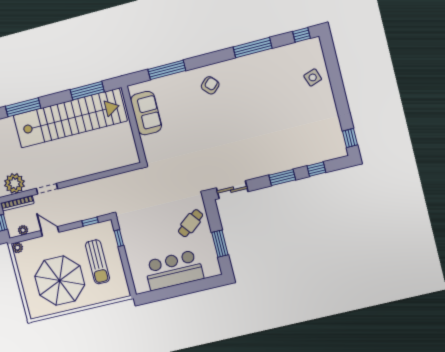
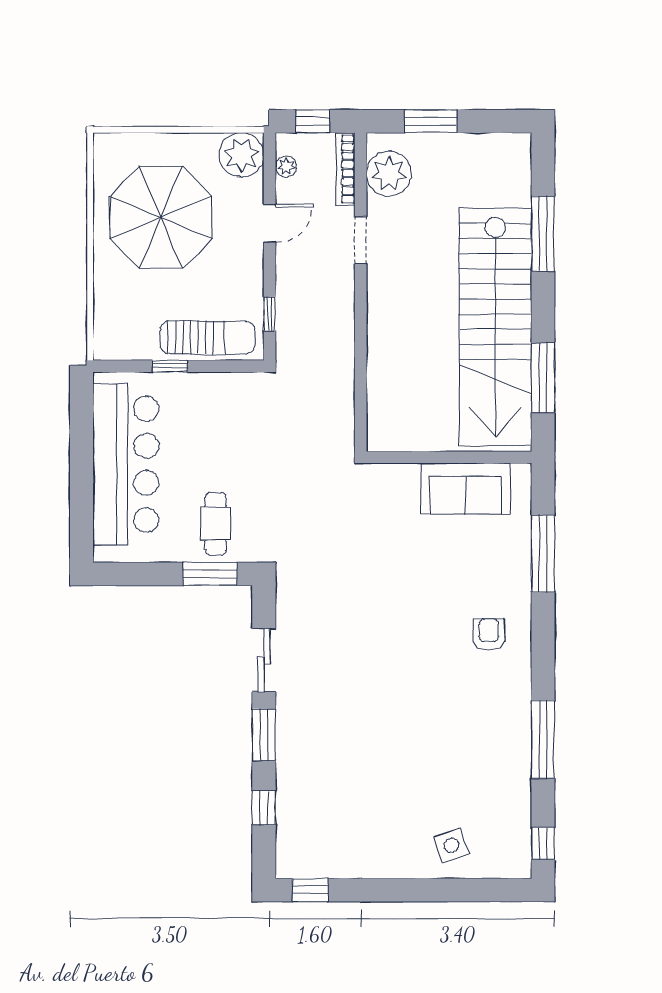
armchair: (210, 85) -> (489, 635), turned -137
sliding door: (232, 190) -> (264, 660), moved
cafe table: (191, 223) -> (216, 524), turned 38
window: (119, 238) -> (170, 366), moved
window: (220, 244) -> (210, 574), moved
plant: (17, 248) -> (242, 155), width x1.87, depth x1.87
sun lounger: (97, 262) -> (208, 338), moved, turned 180
bar counter: (174, 270) -> (126, 464), width x1.36

